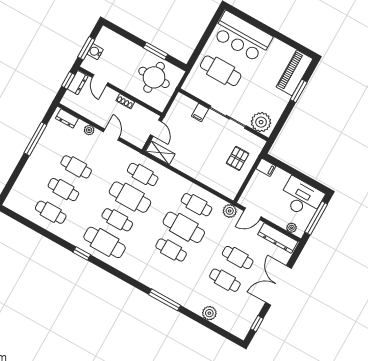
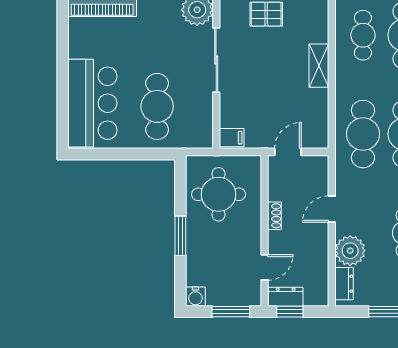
window: (156, 51) -> (180, 236), moved
water cooler: (95, 52) -> (195, 297), moved
filing cabinet: (200, 113) -> (232, 138), moved
plant: (89, 130) -> (350, 251), width x1.88, depth x1.88
shelving: (160, 153) -> (319, 66), moved
cafe table: (143, 174) -> (363, 134), width x1.37, depth x1.35

